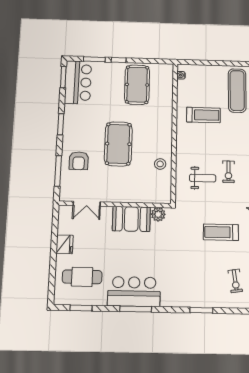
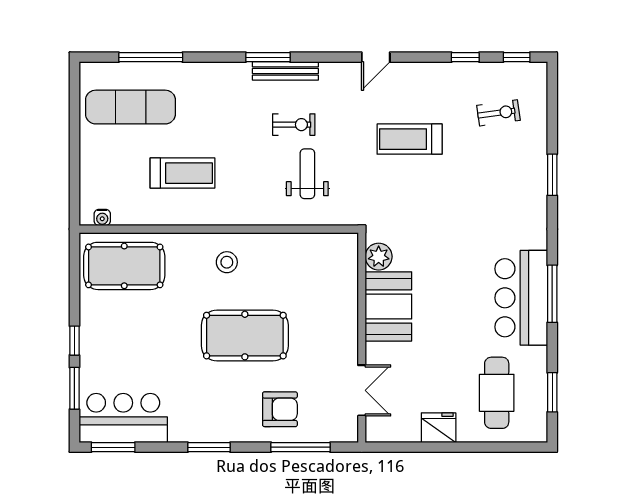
pool table: (137, 85) -> (124, 266), moved
treadmill: (203, 115) -> (182, 173), turned 90
stool: (160, 164) -> (227, 262), moved
treadmill: (221, 232) -> (410, 139), turned 90

